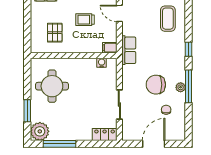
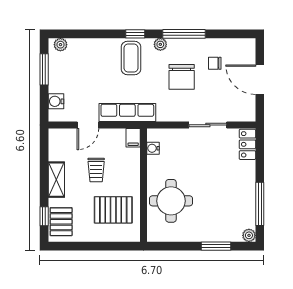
coffee table: (168, 19) -> (131, 58), moved, turned 90
pallet: (55, 33) -> (113, 210), width x1.50, depth x1.42
row of seats: (129, 50) -> (127, 112), width x1.48
round table: (52, 86) -> (171, 201), moved
plant: (181, 87) -> (160, 44), moved
plant: (40, 131) -> (249, 235), width x0.53, depth x0.53

